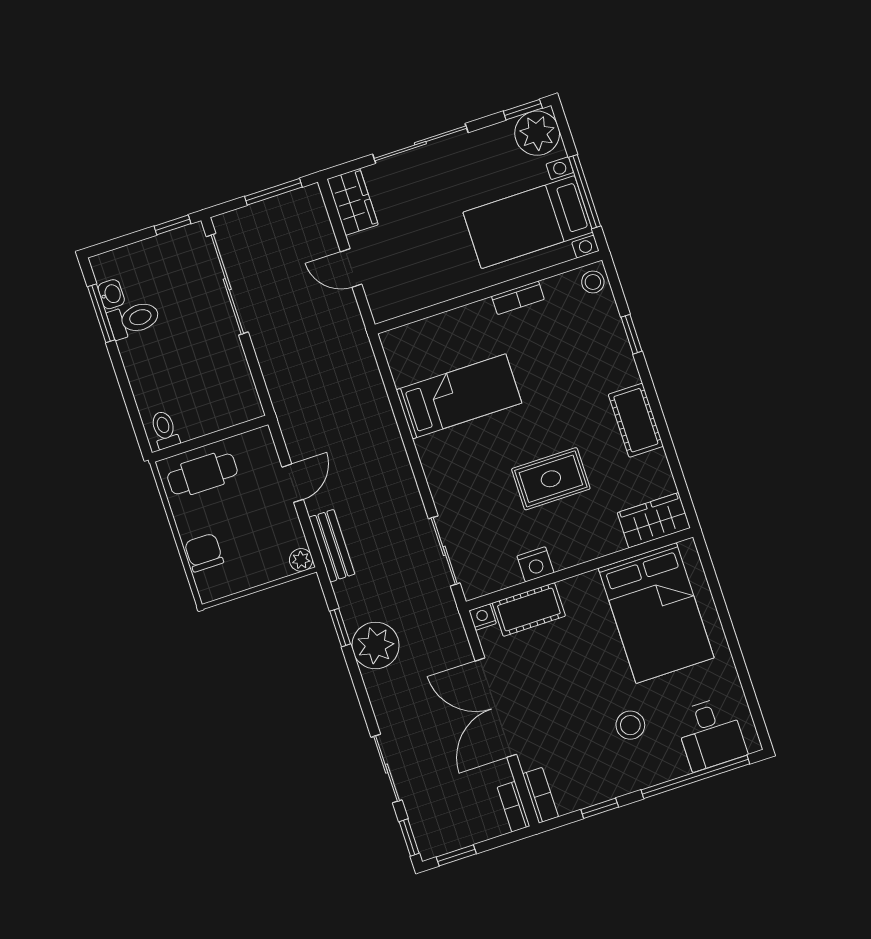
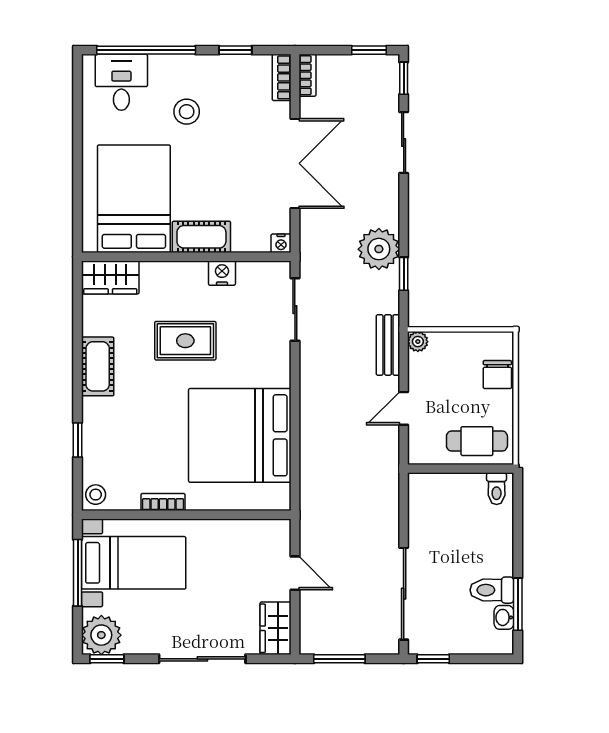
bed: (459, 396) -> (240, 435), width x2.04
cot: (529, 610) -> (201, 237), moved

